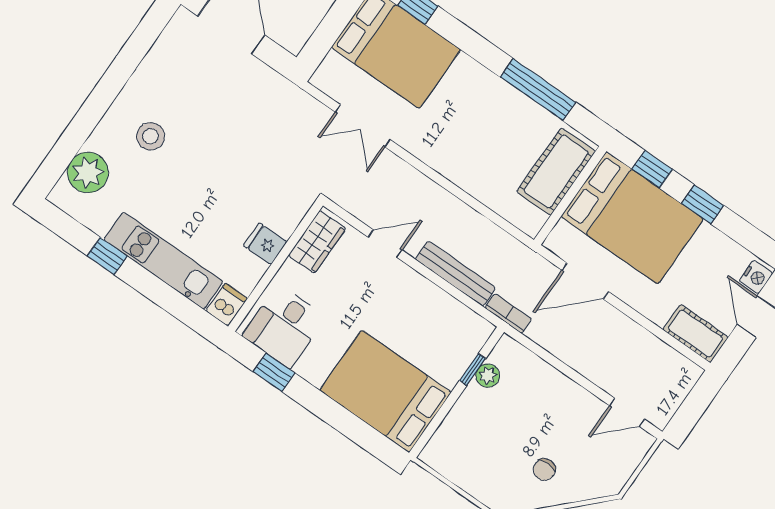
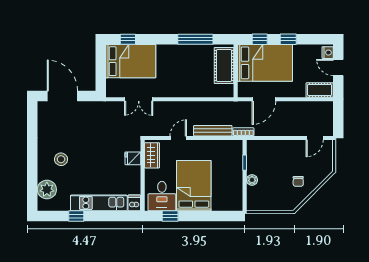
fridge: (265, 244) -> (133, 158), moved
plant: (488, 376) -> (252, 180), moved
bed: (385, 391) -> (194, 186), moved, turned 90

